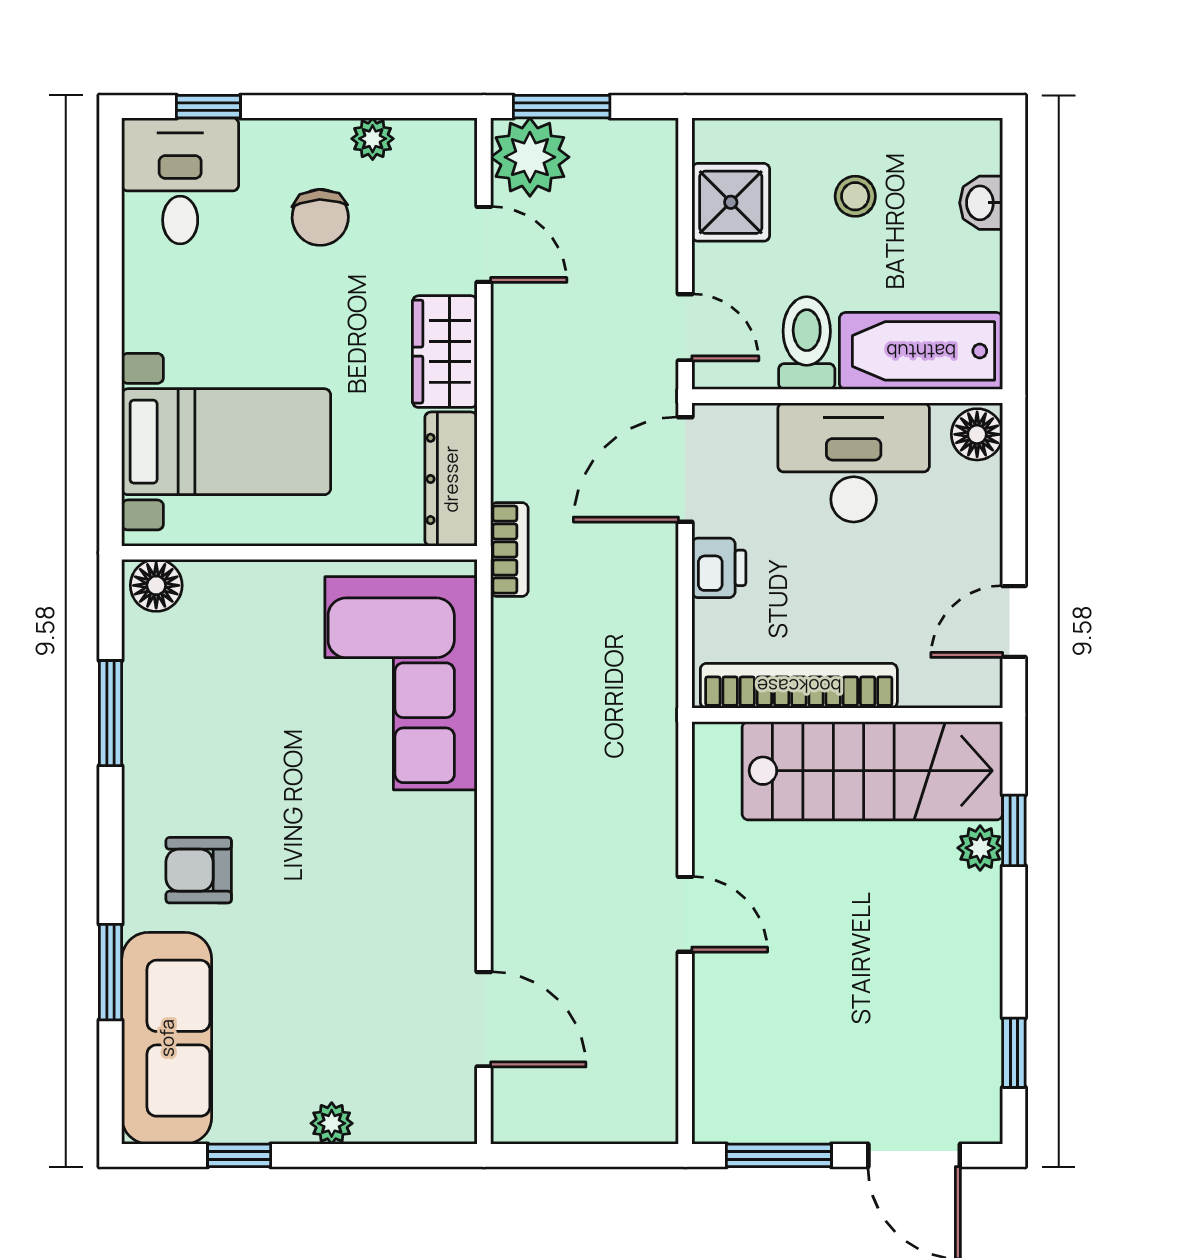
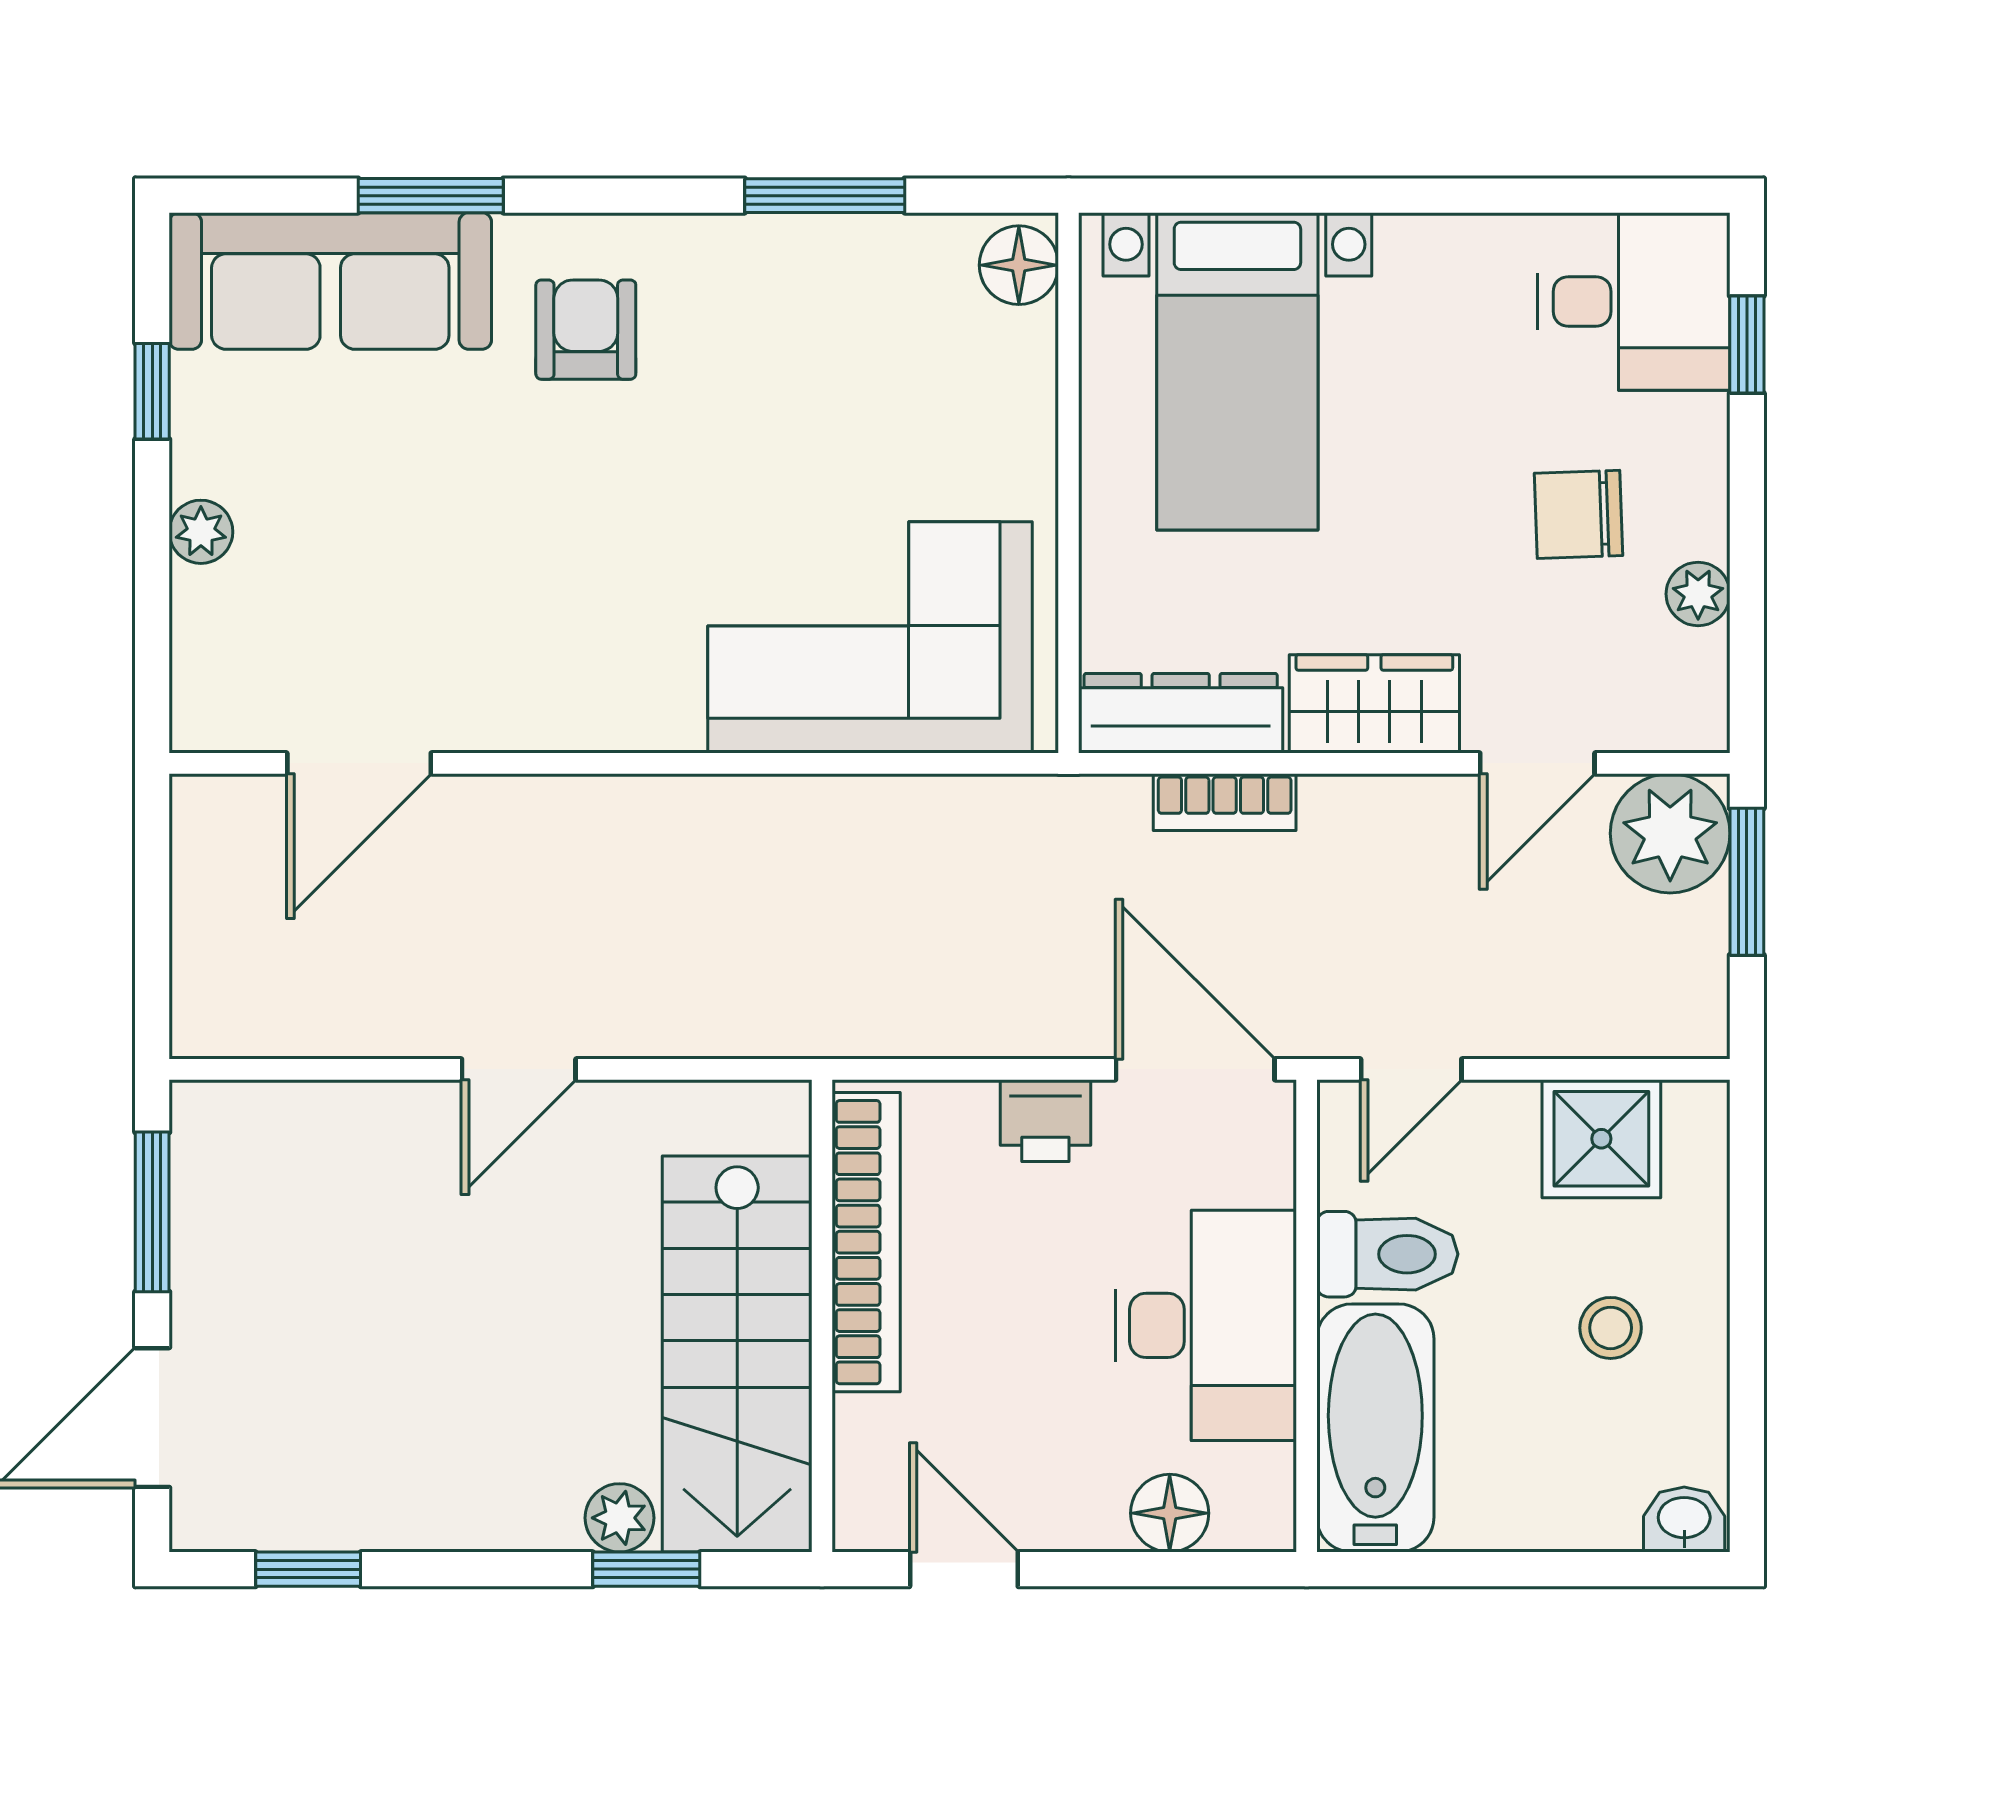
washbasin: (981, 203) -> (1684, 1519), moved
floor lamp: (977, 434) -> (1170, 1513), moved
bookcase: (509, 549) -> (1225, 802), moved

